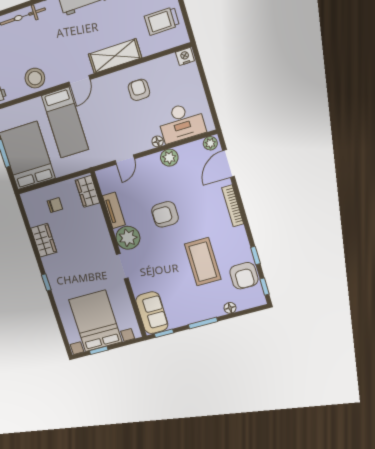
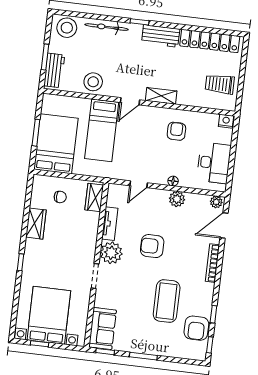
shelving: (115, 56) -> (161, 96), width x0.67, depth x0.75
desk: (181, 122) -> (214, 163), moved, turned -90
floor lamp: (230, 308) -> (172, 352), removed

